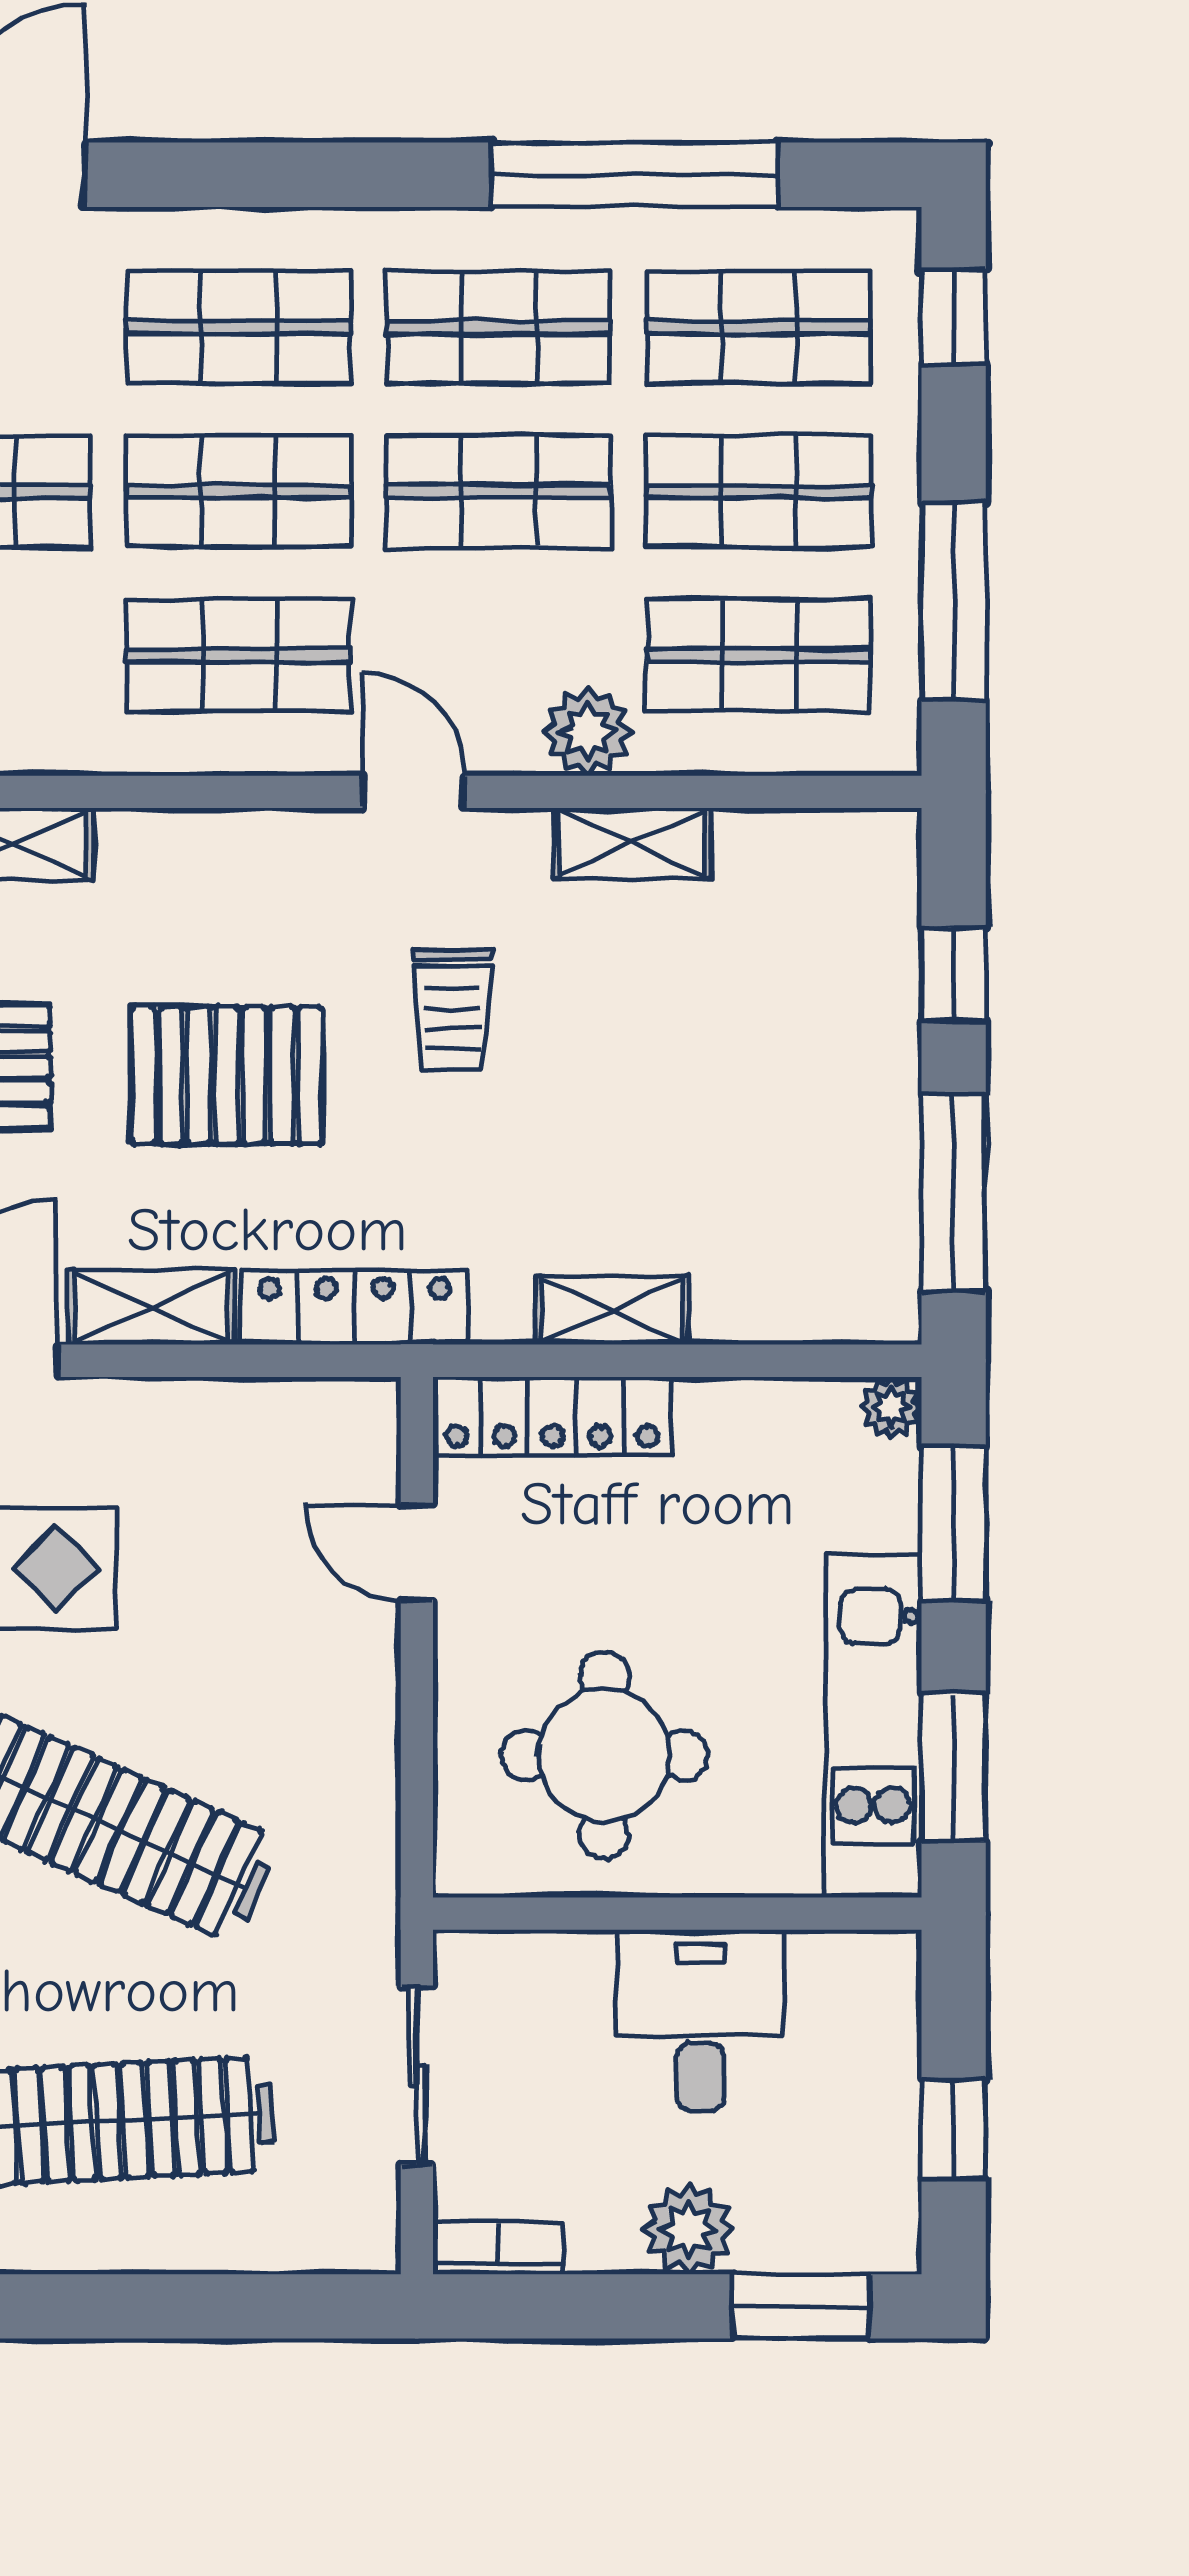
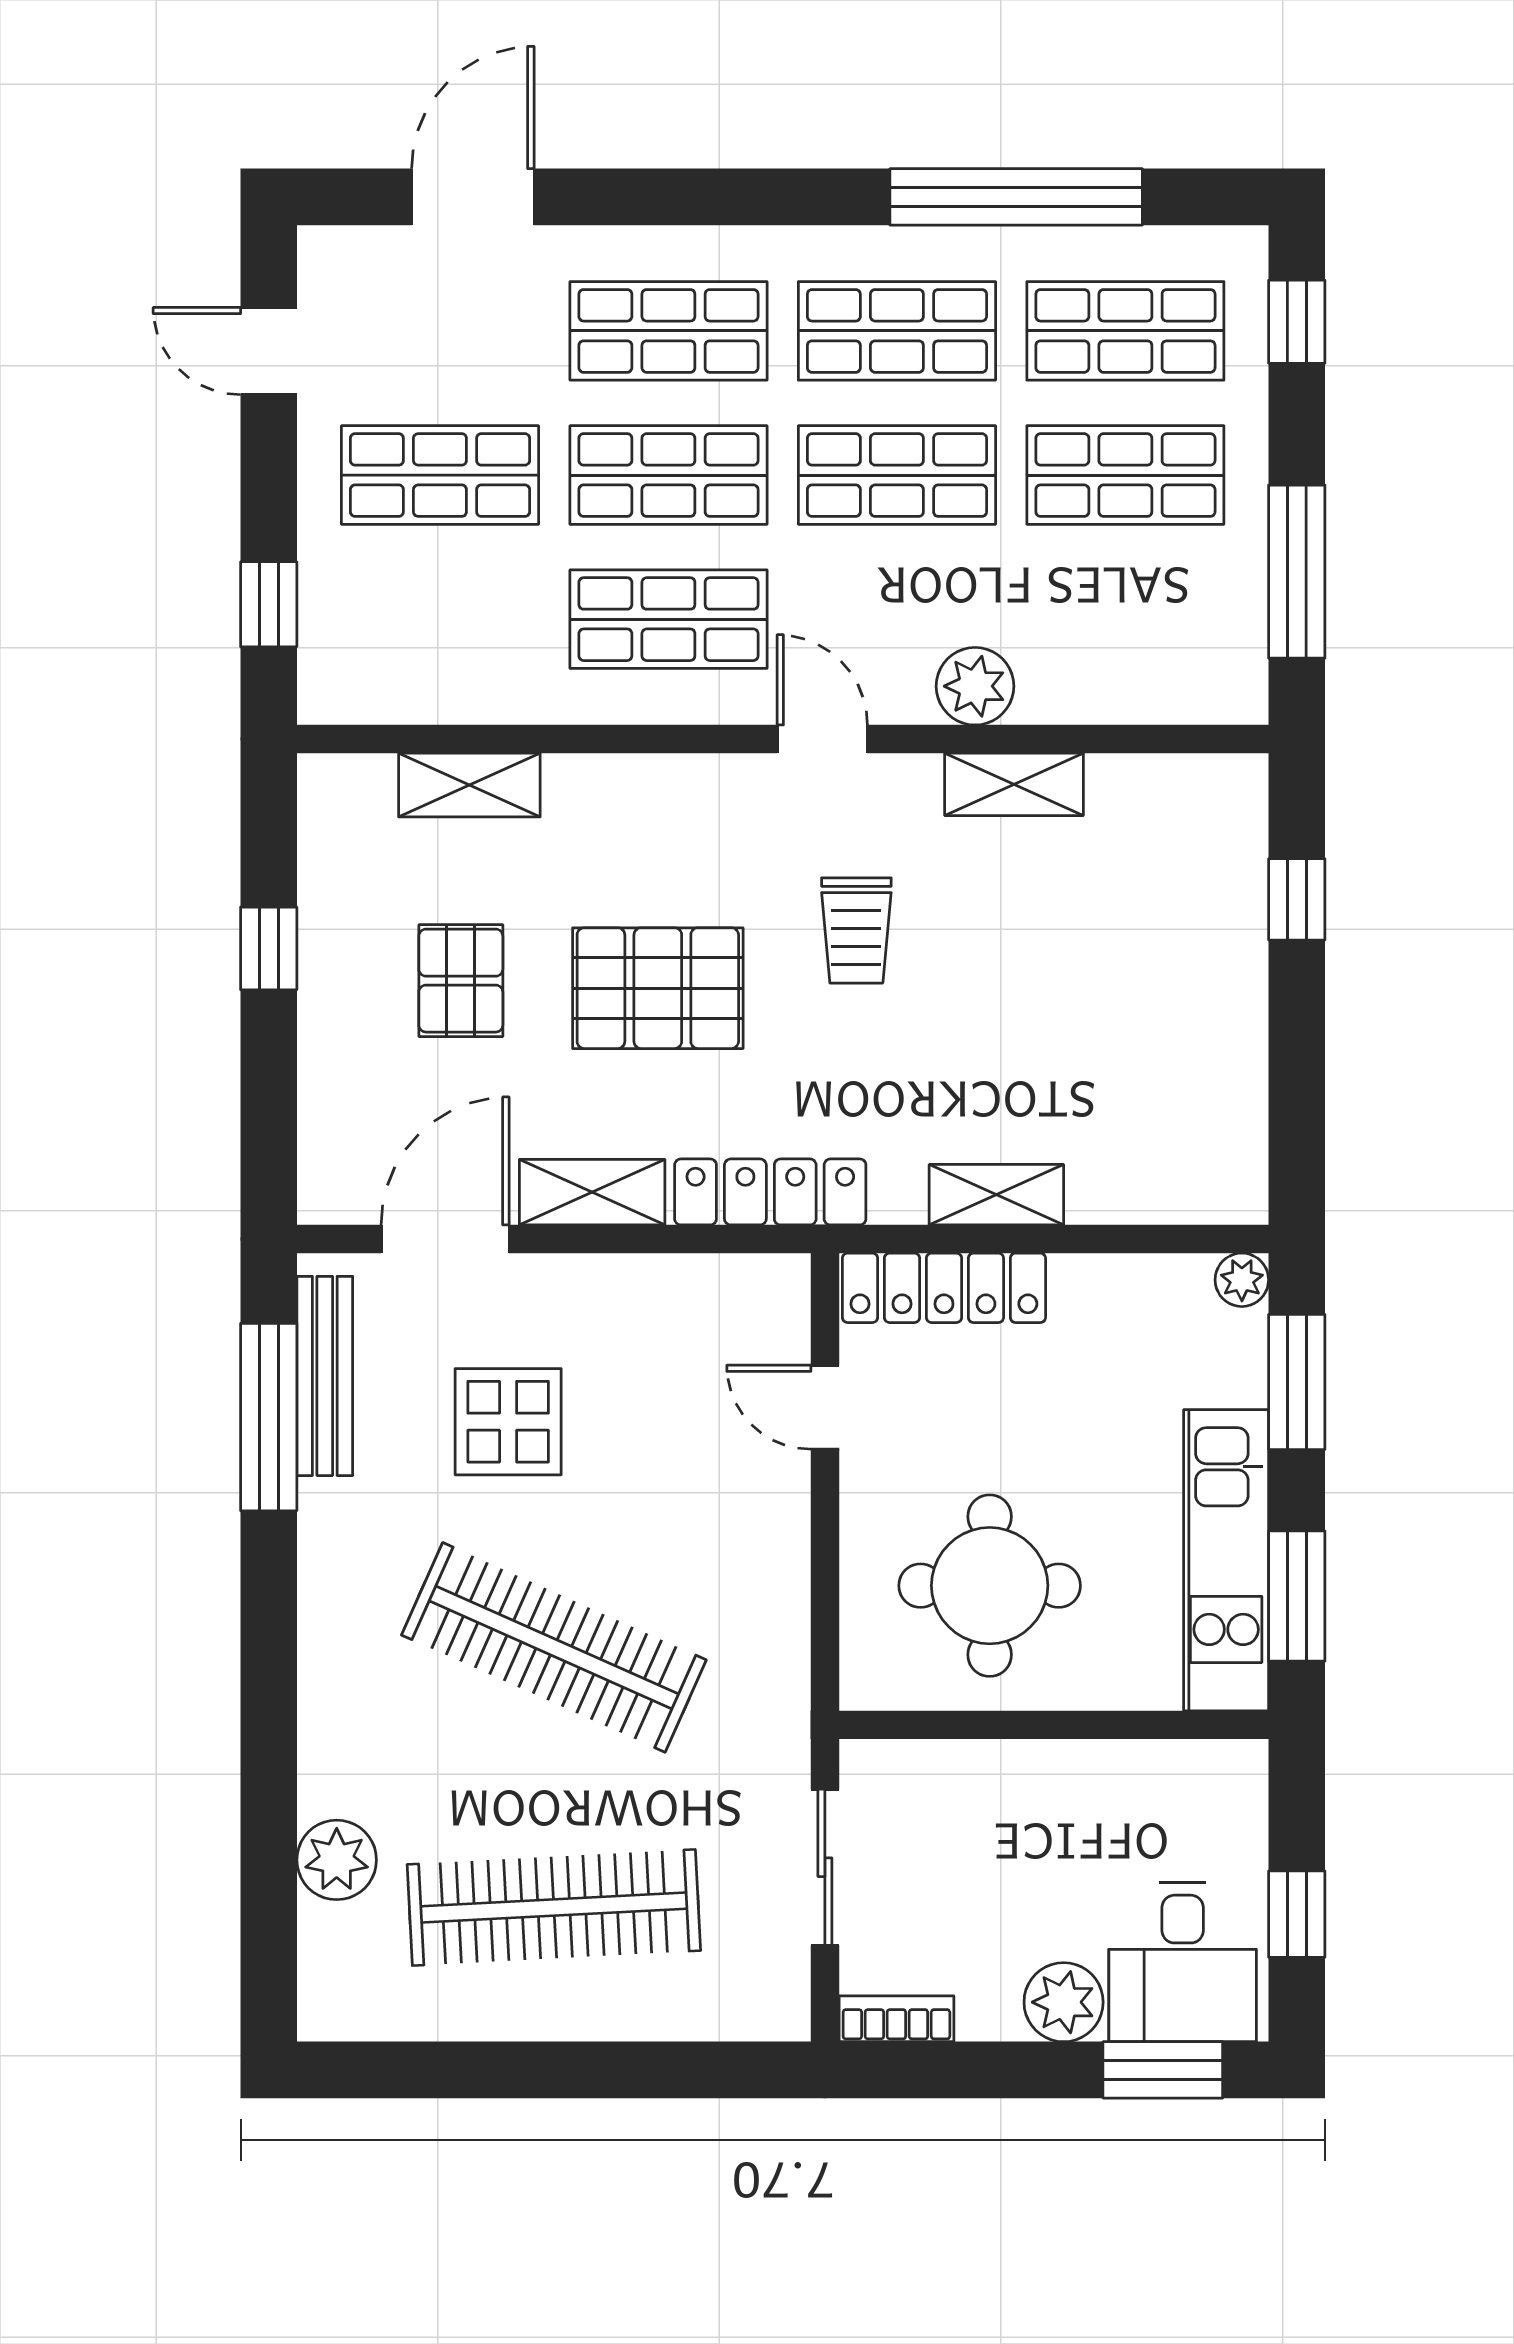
shop shelf: (759, 655) -> (1125, 619), removed
window: (954, 1193) -> (1297, 1092), removed
desk: (701, 2020) -> (1183, 1962), moved, turned 180

